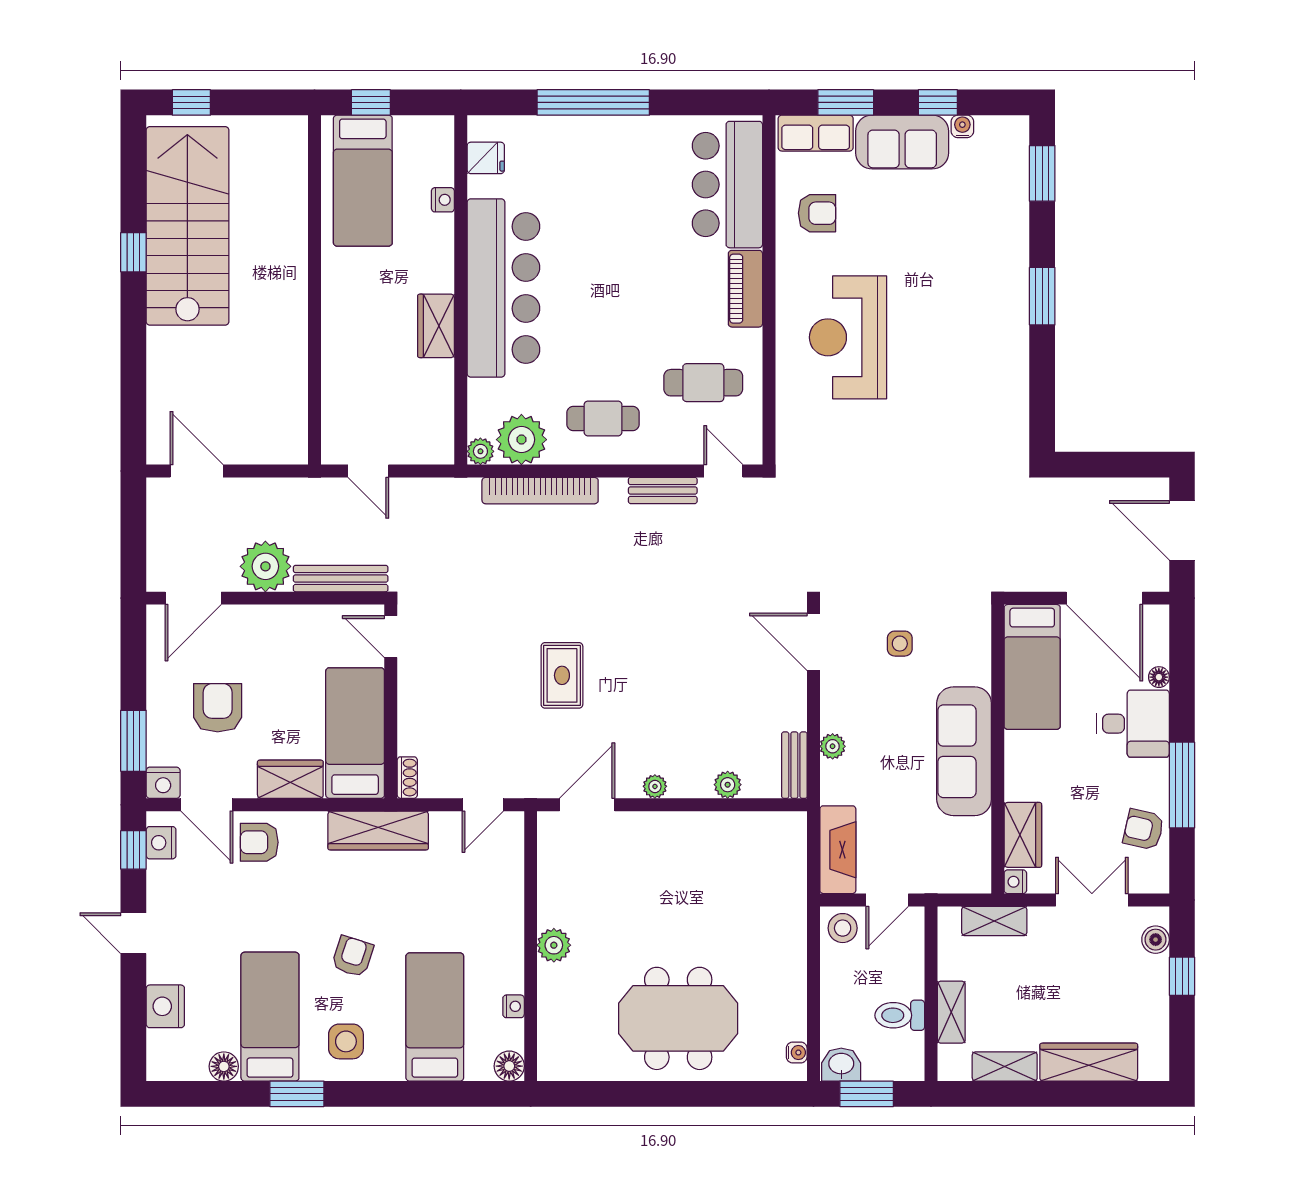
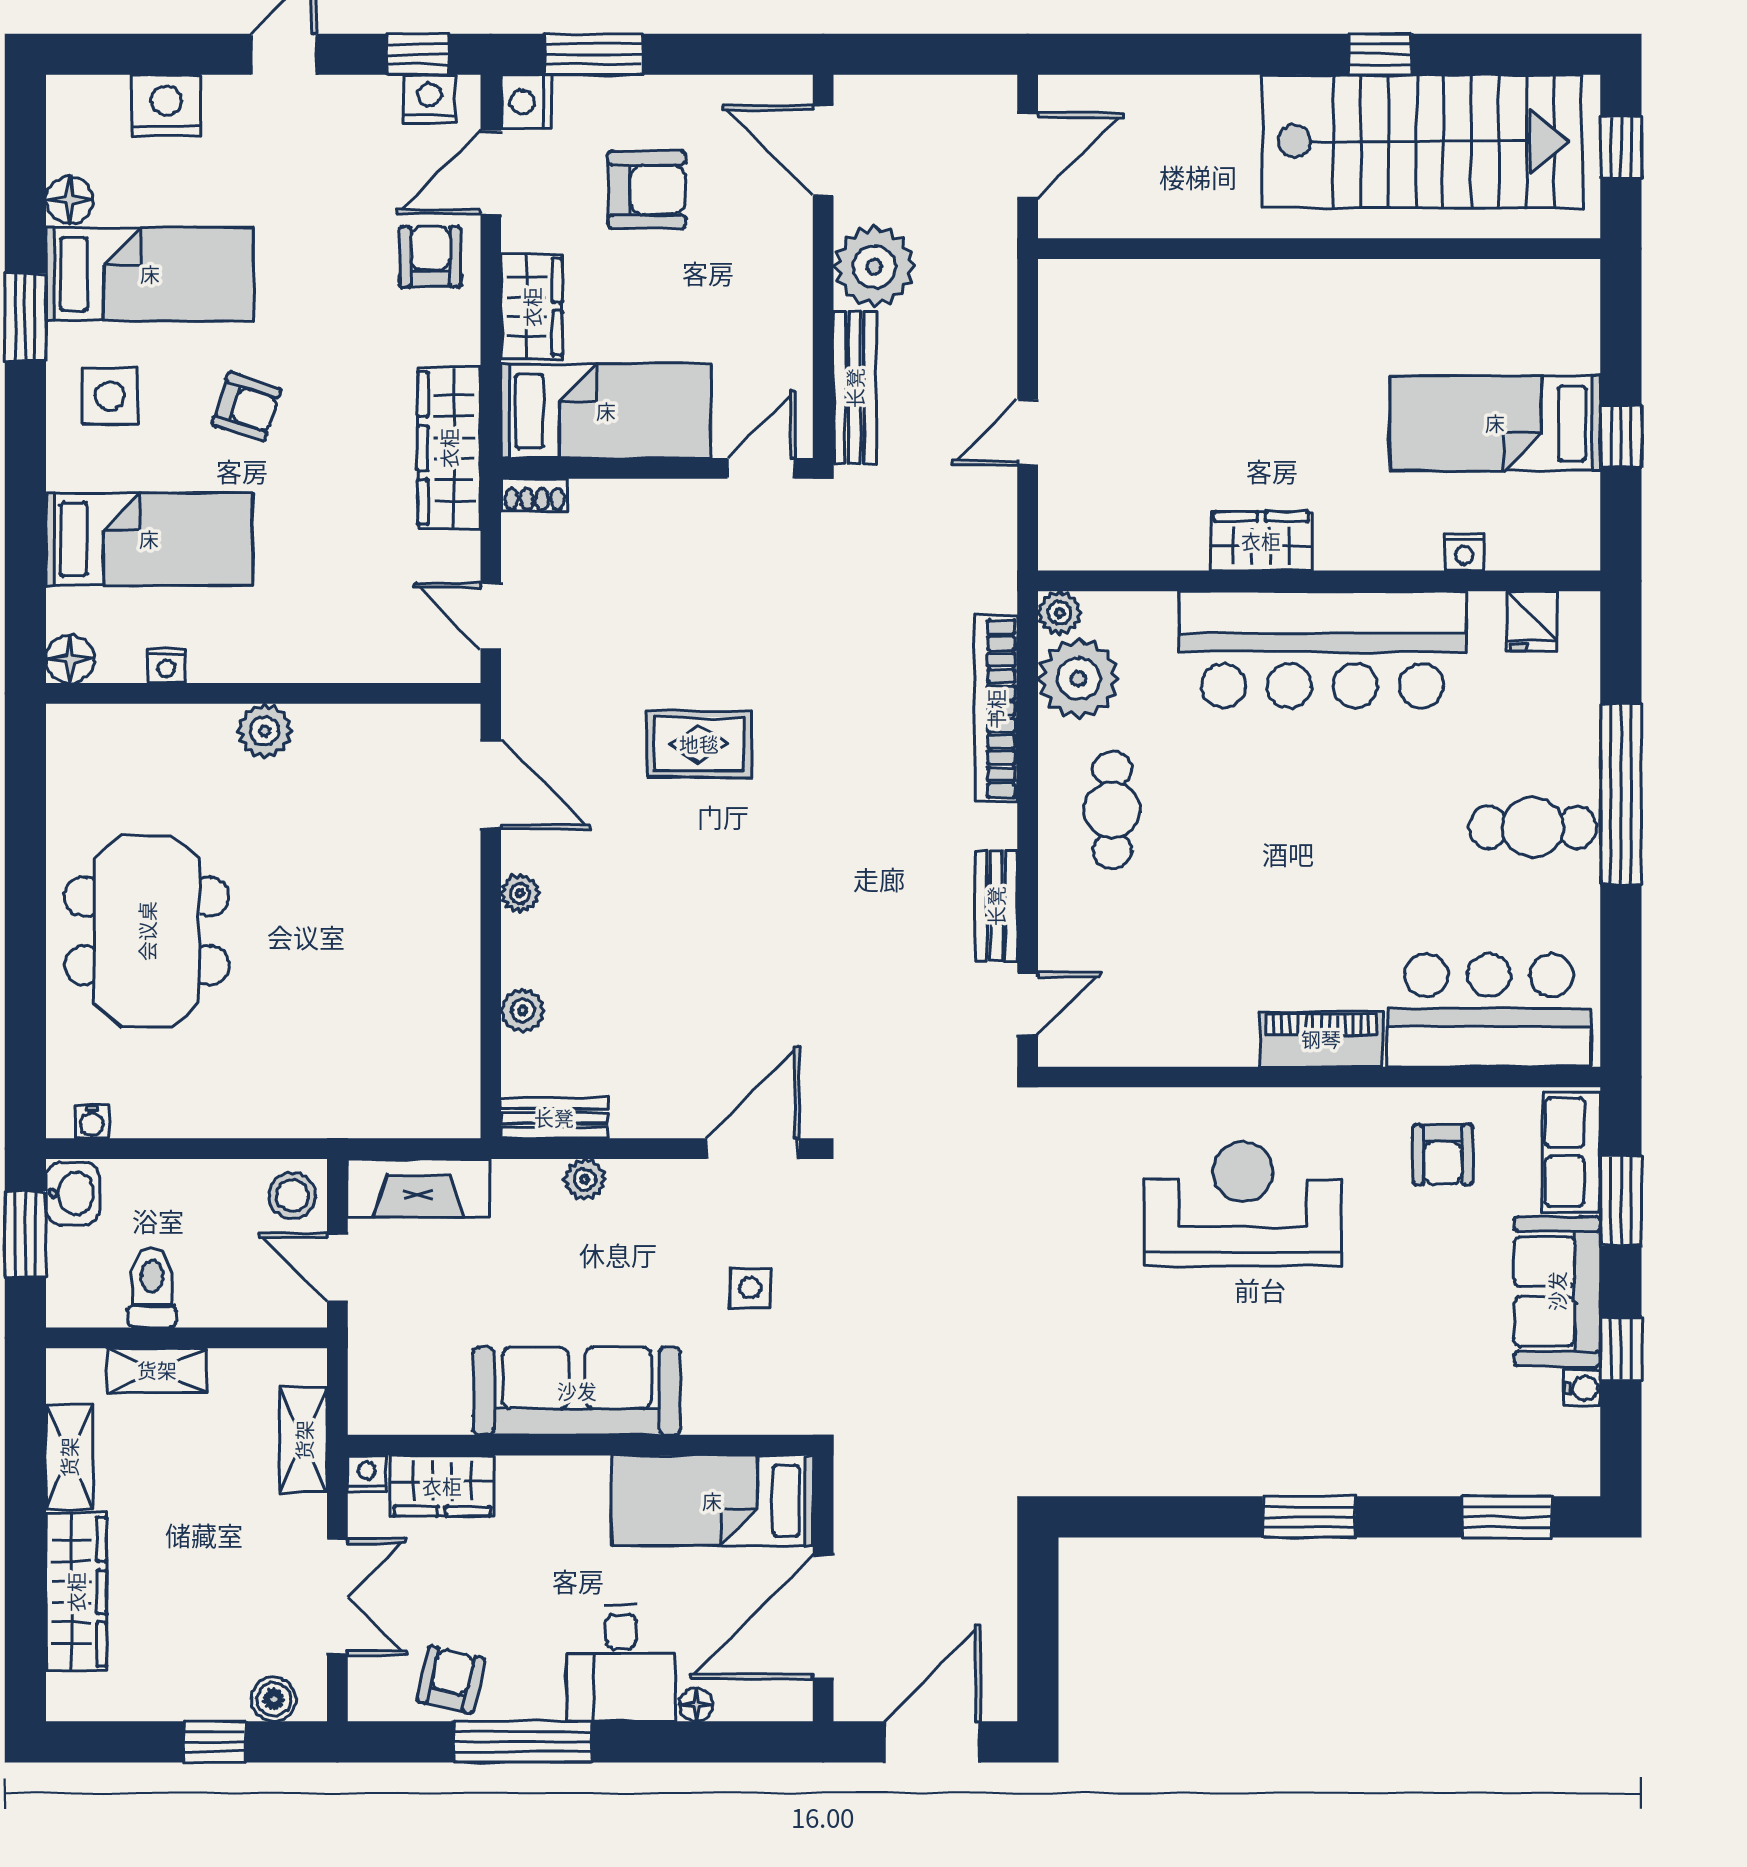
wall: (315, 290) -> (1319, 249), moved
cafe table: (703, 383) -> (1533, 827), moved, turned 90

